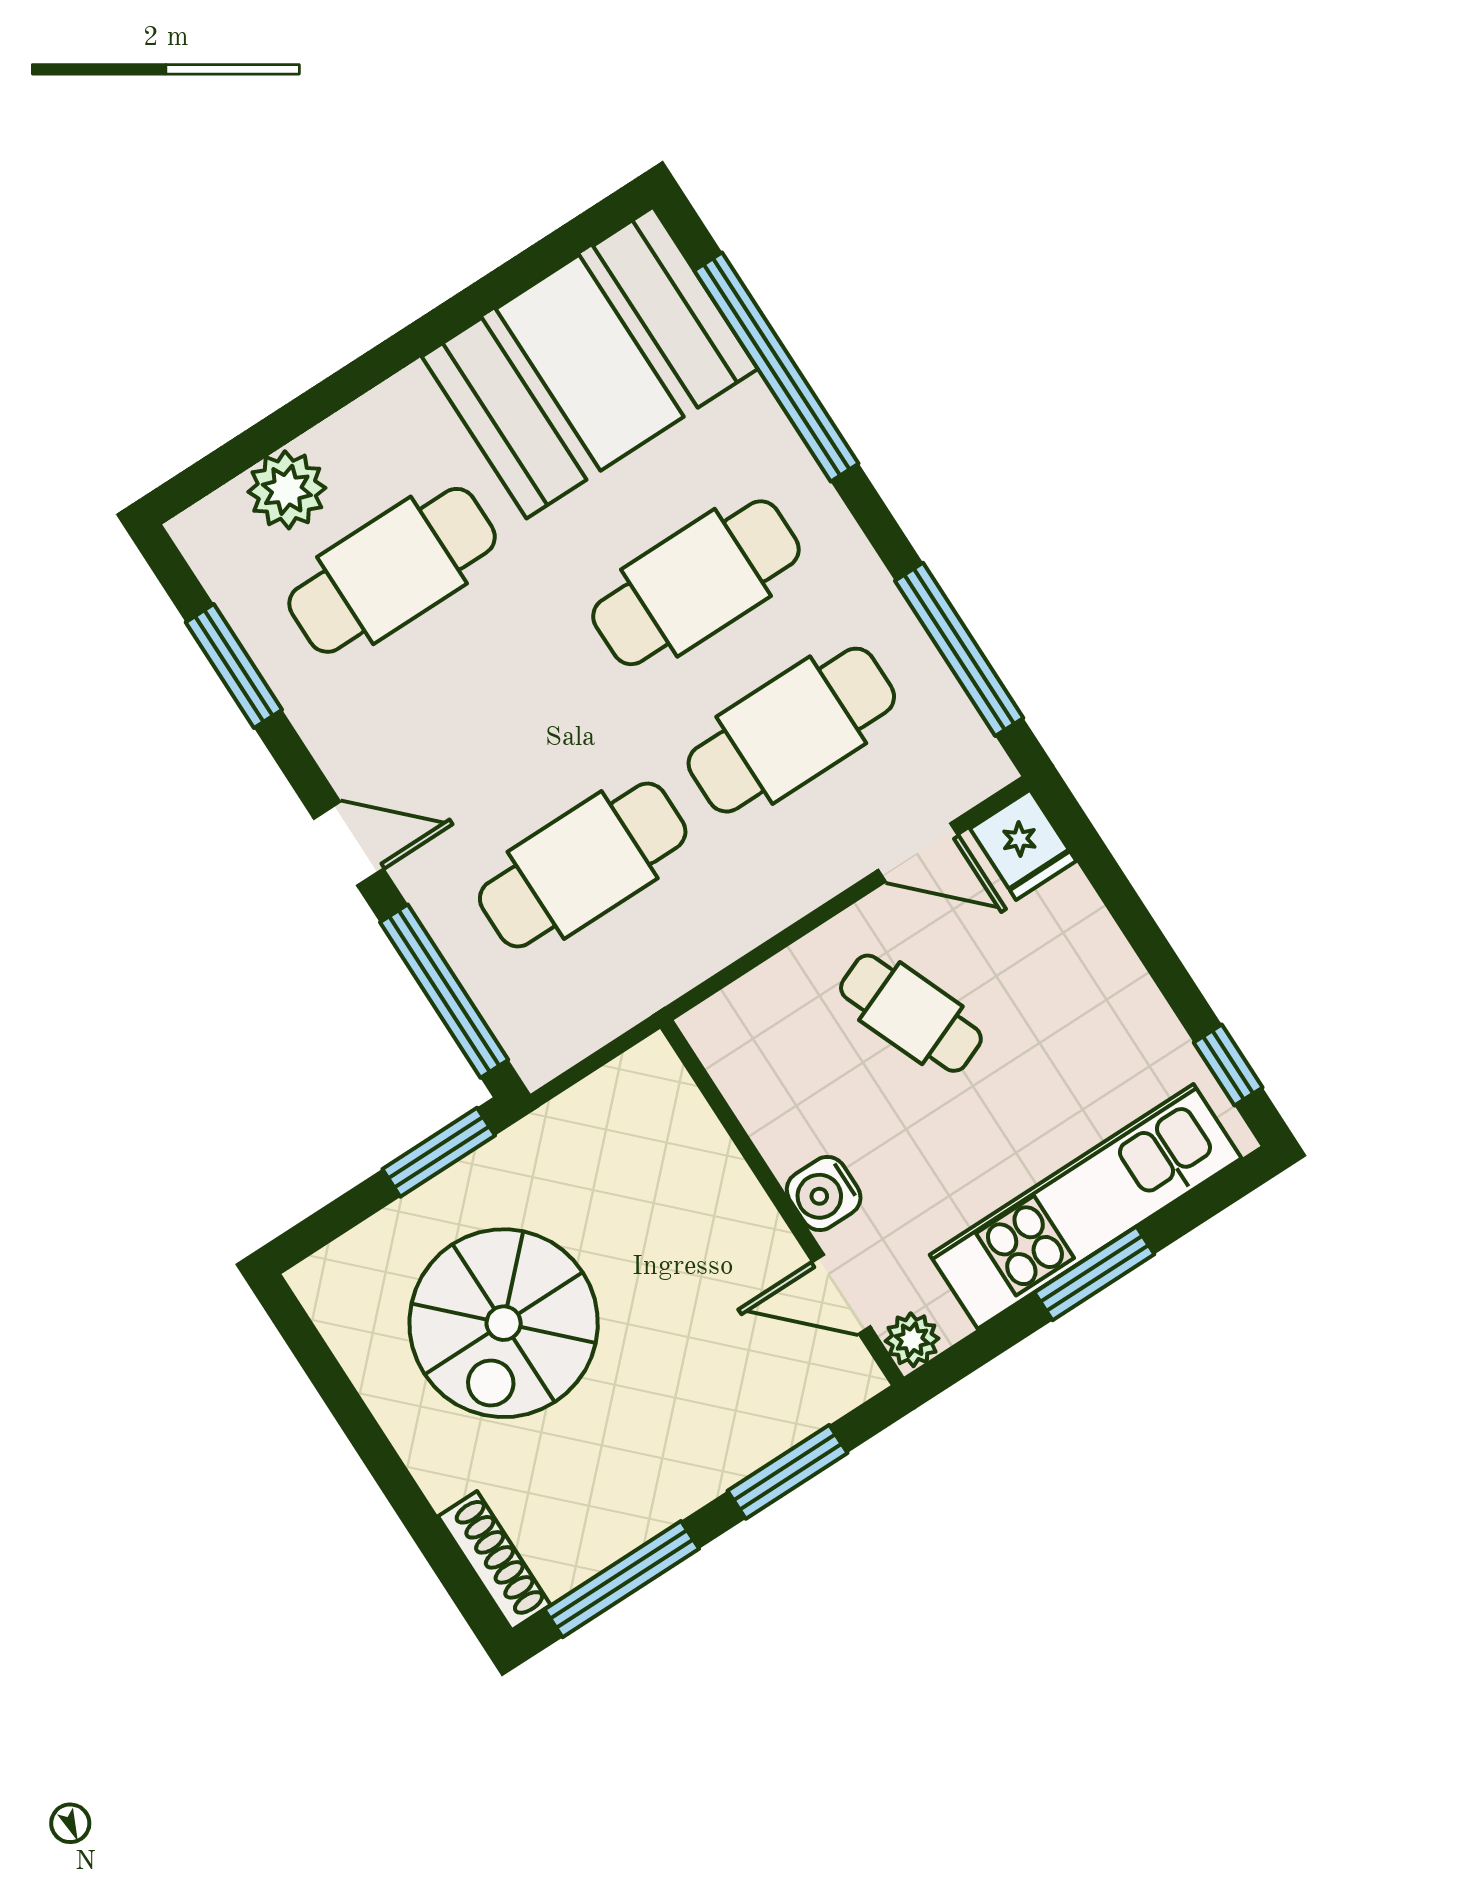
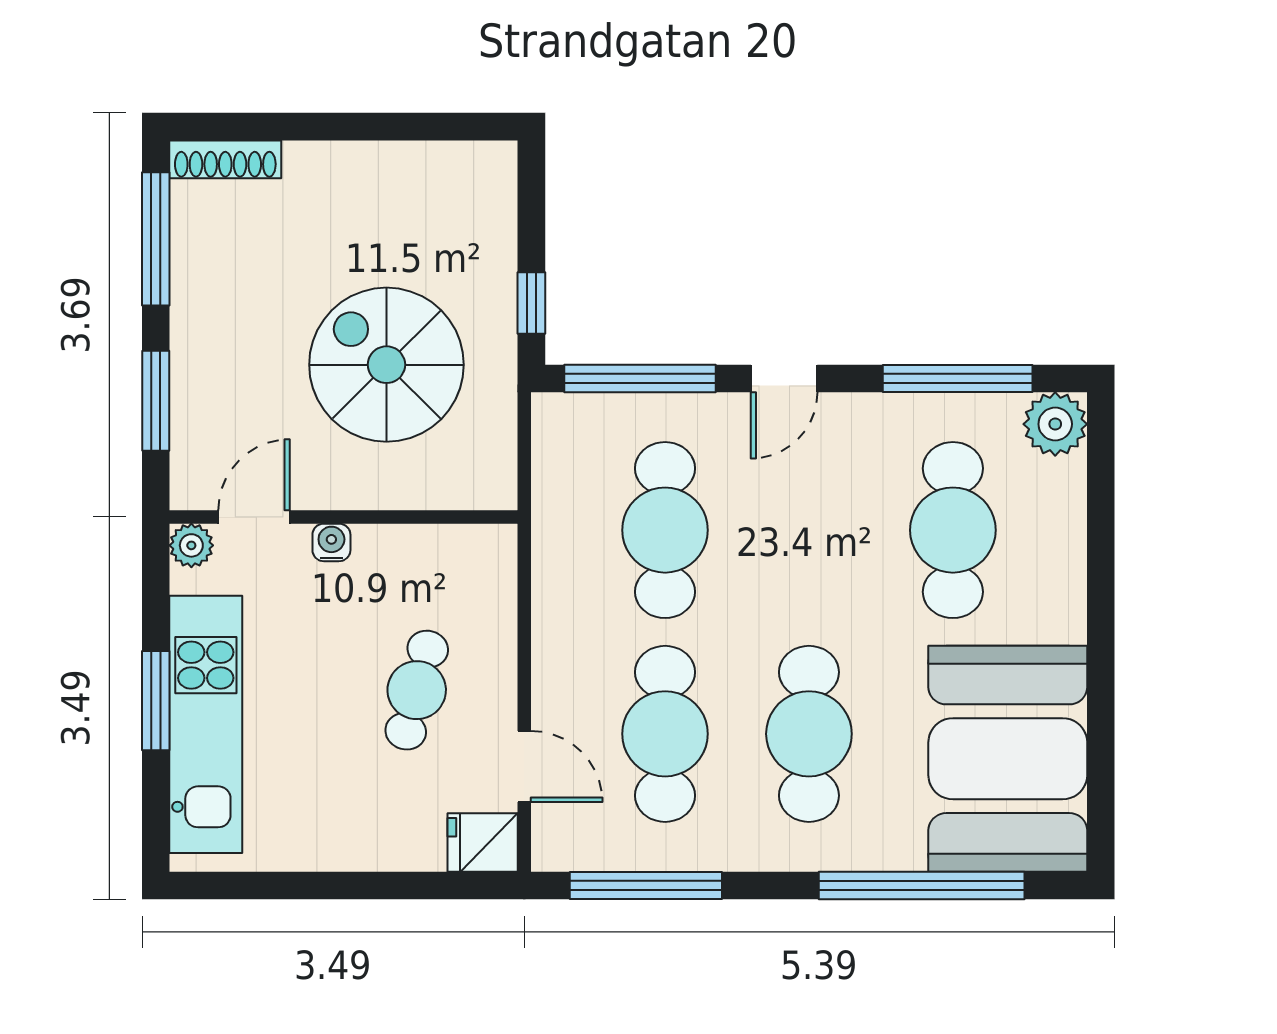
plant: (287, 490) -> (1055, 424), moved
window: (234, 666) -> (958, 378), width x1.44
door: (918, 853) -> (524, 767), swing flipped
cafe table: (911, 1013) -> (417, 690), turned -53
window: (1228, 1065) -> (240, 885), removed
window: (439, 1152) -> (531, 303), width x0.67
water cooler: (824, 1194) -> (331, 542), width x0.72, depth x0.72
spiral stairs: (504, 1323) -> (386, 365), moved

